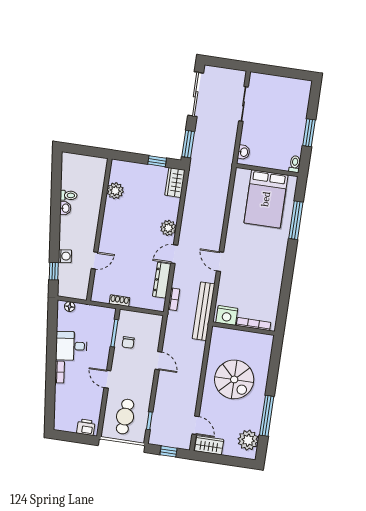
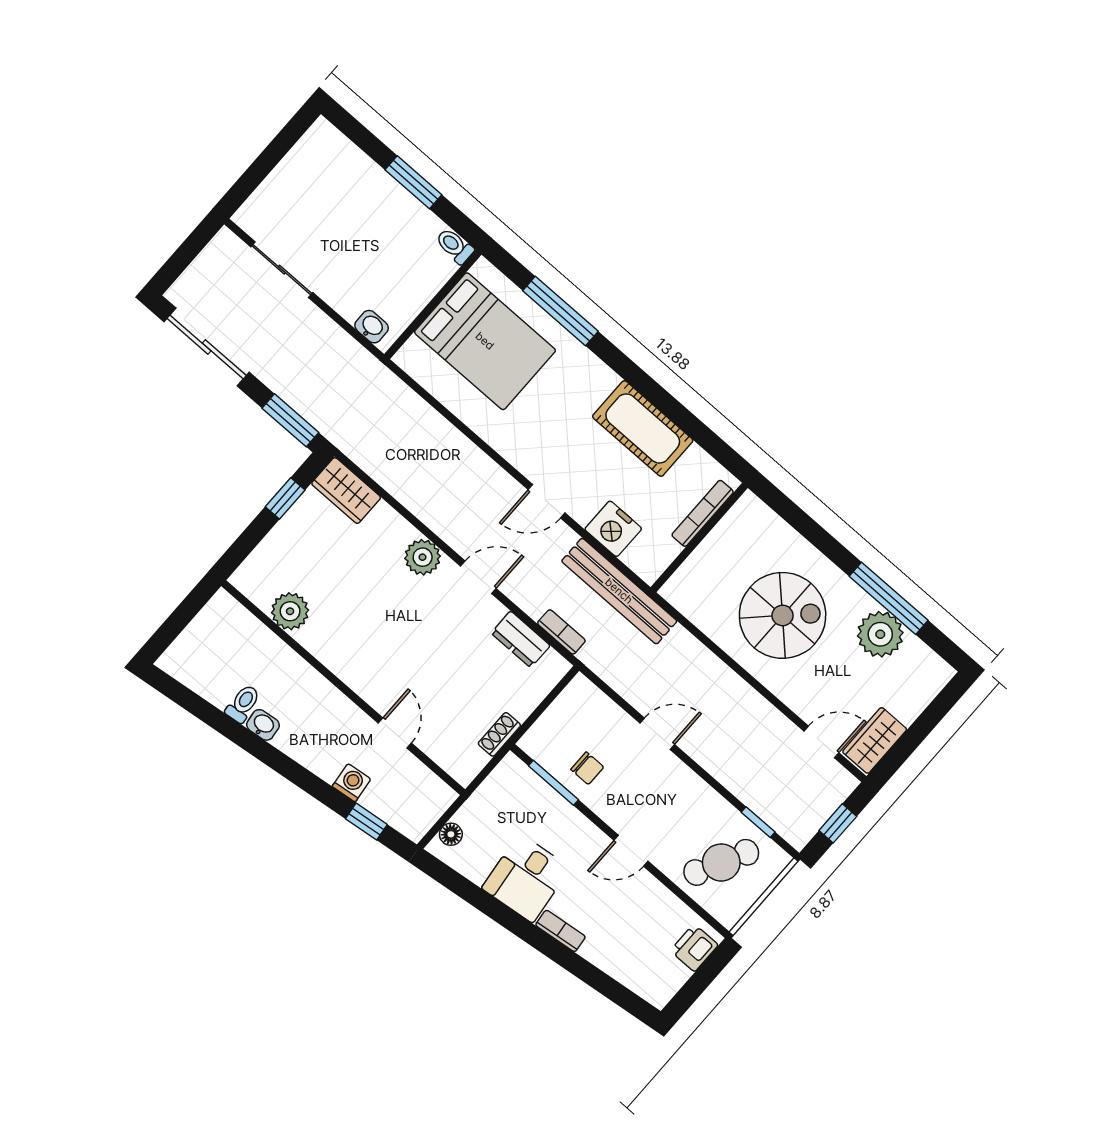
door: (174, 254) -> (478, 577), swing flipped
dresser: (162, 280) -> (521, 639), width x0.70
cot: (271, 280) -> (643, 428), added
nightstand: (227, 315) -> (613, 529), moved, turned 90
cafe table: (125, 417) -> (721, 862), turned -67
plant: (248, 440) -> (880, 634), moved

